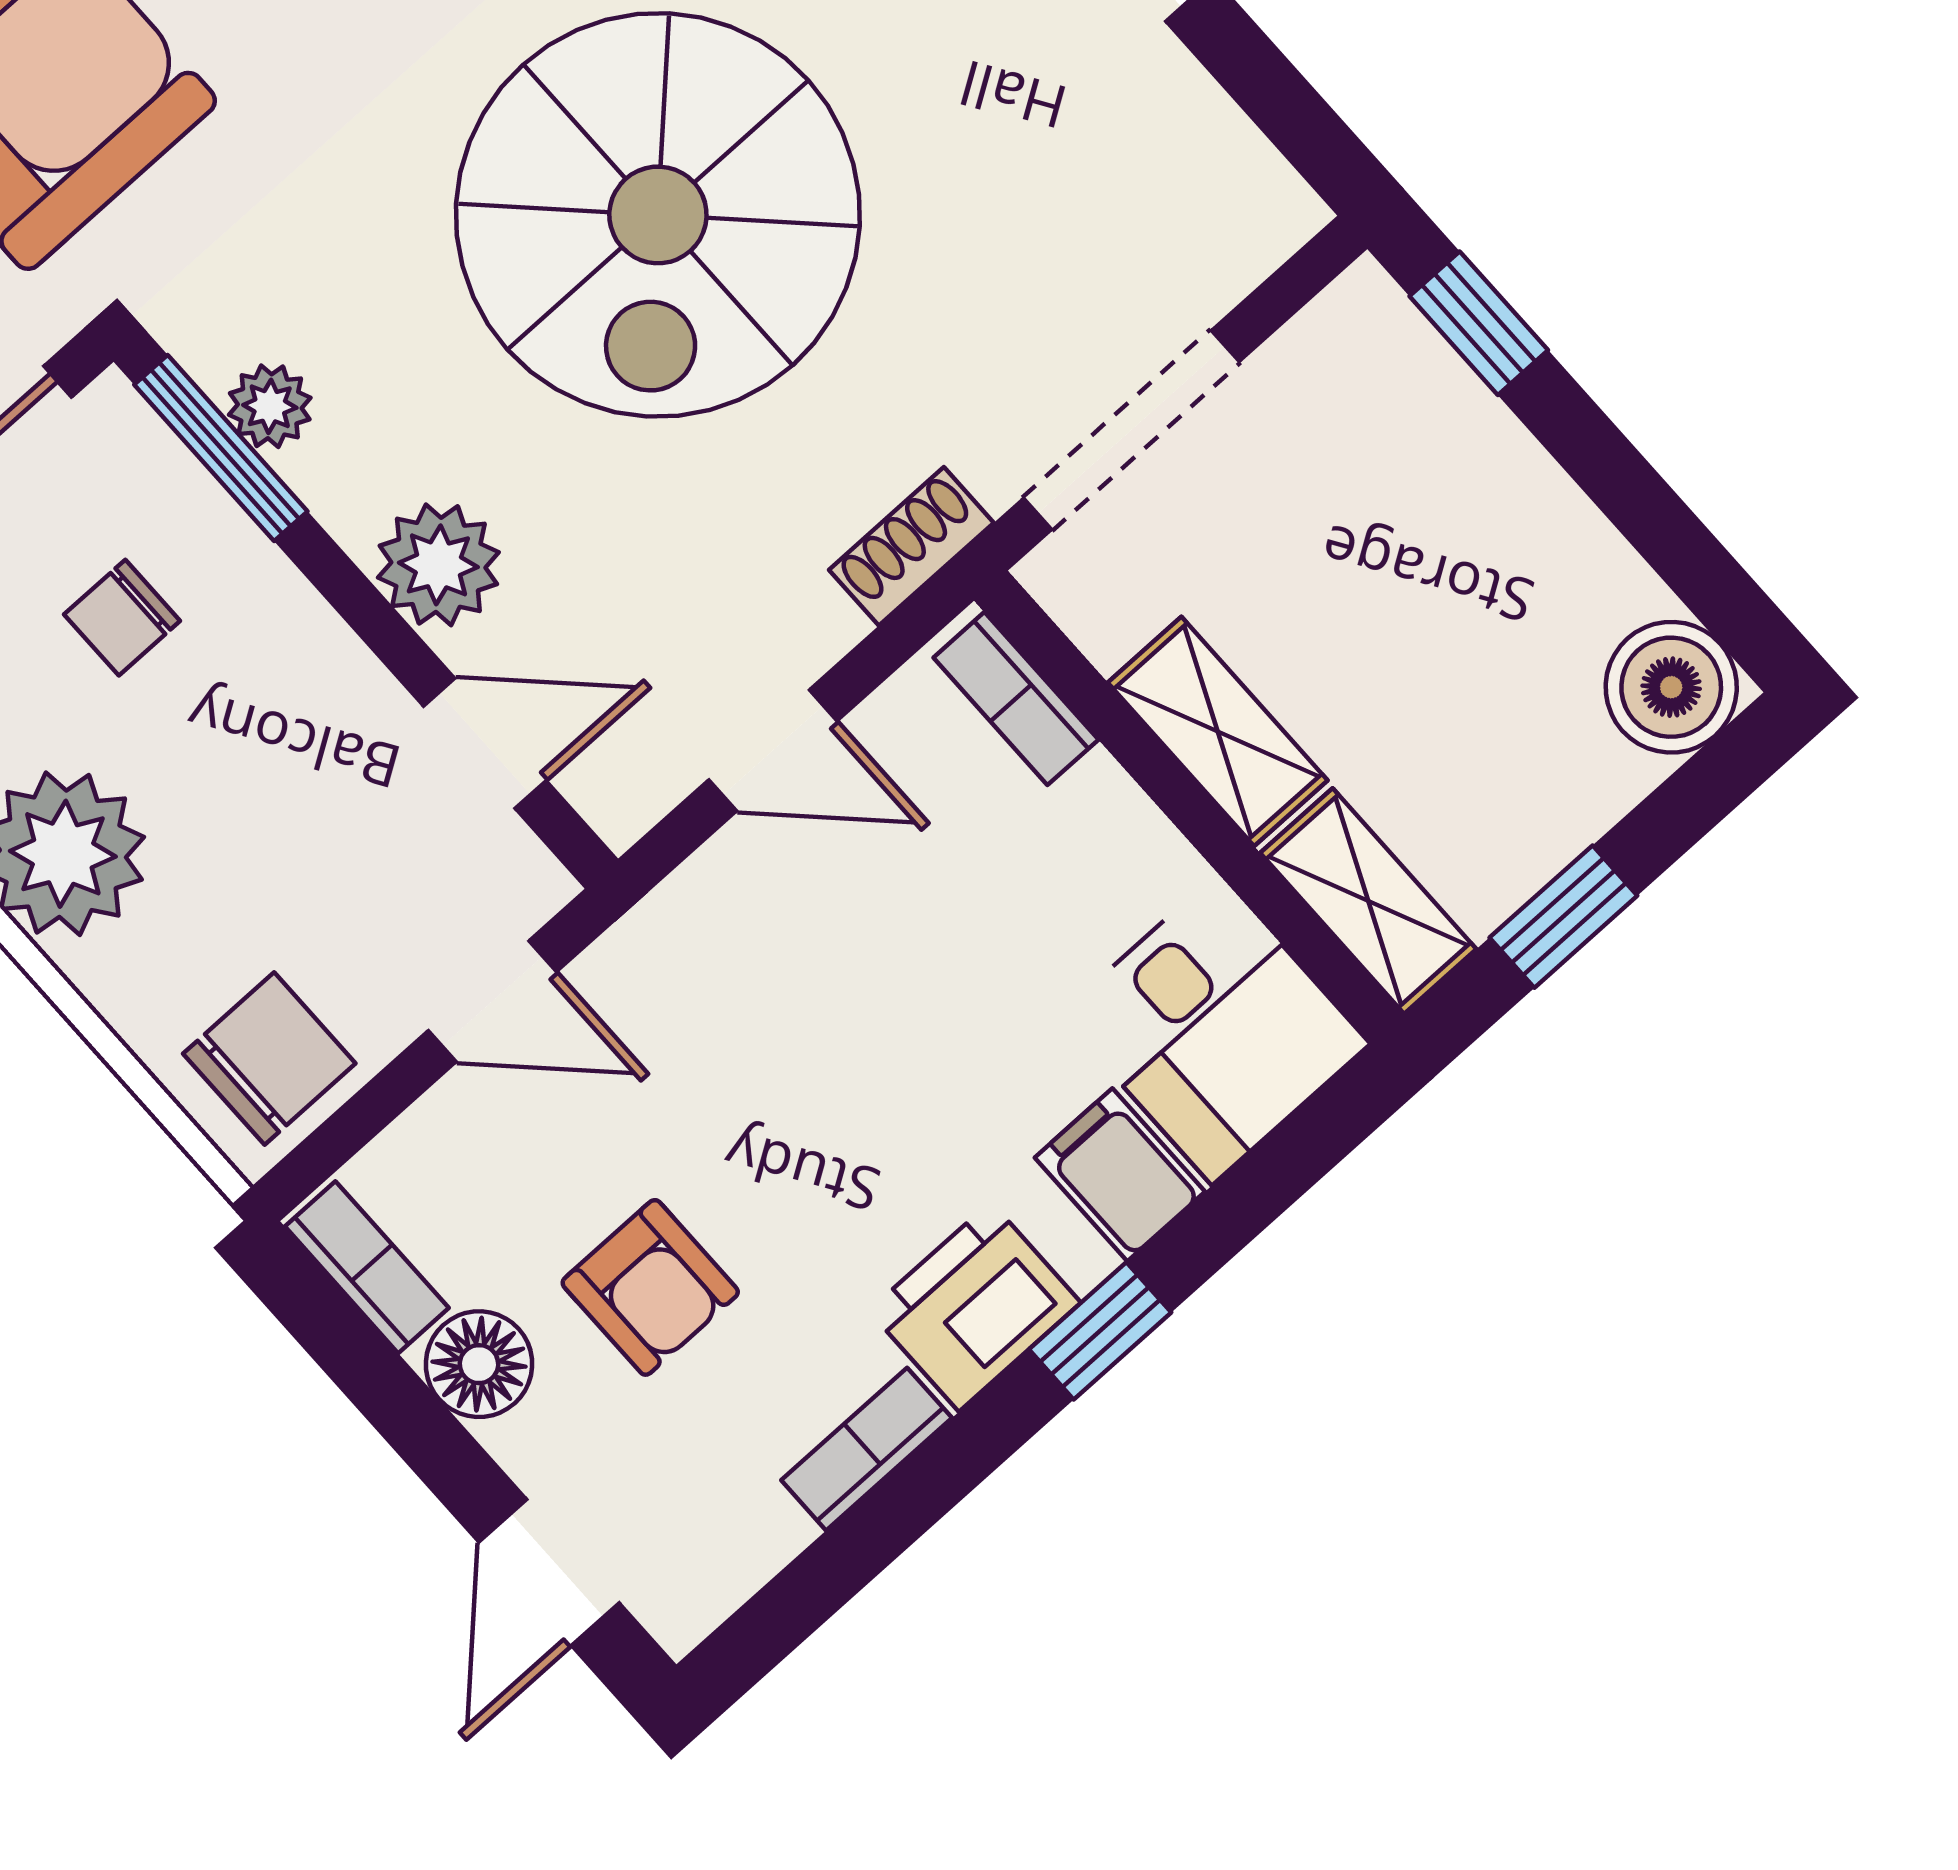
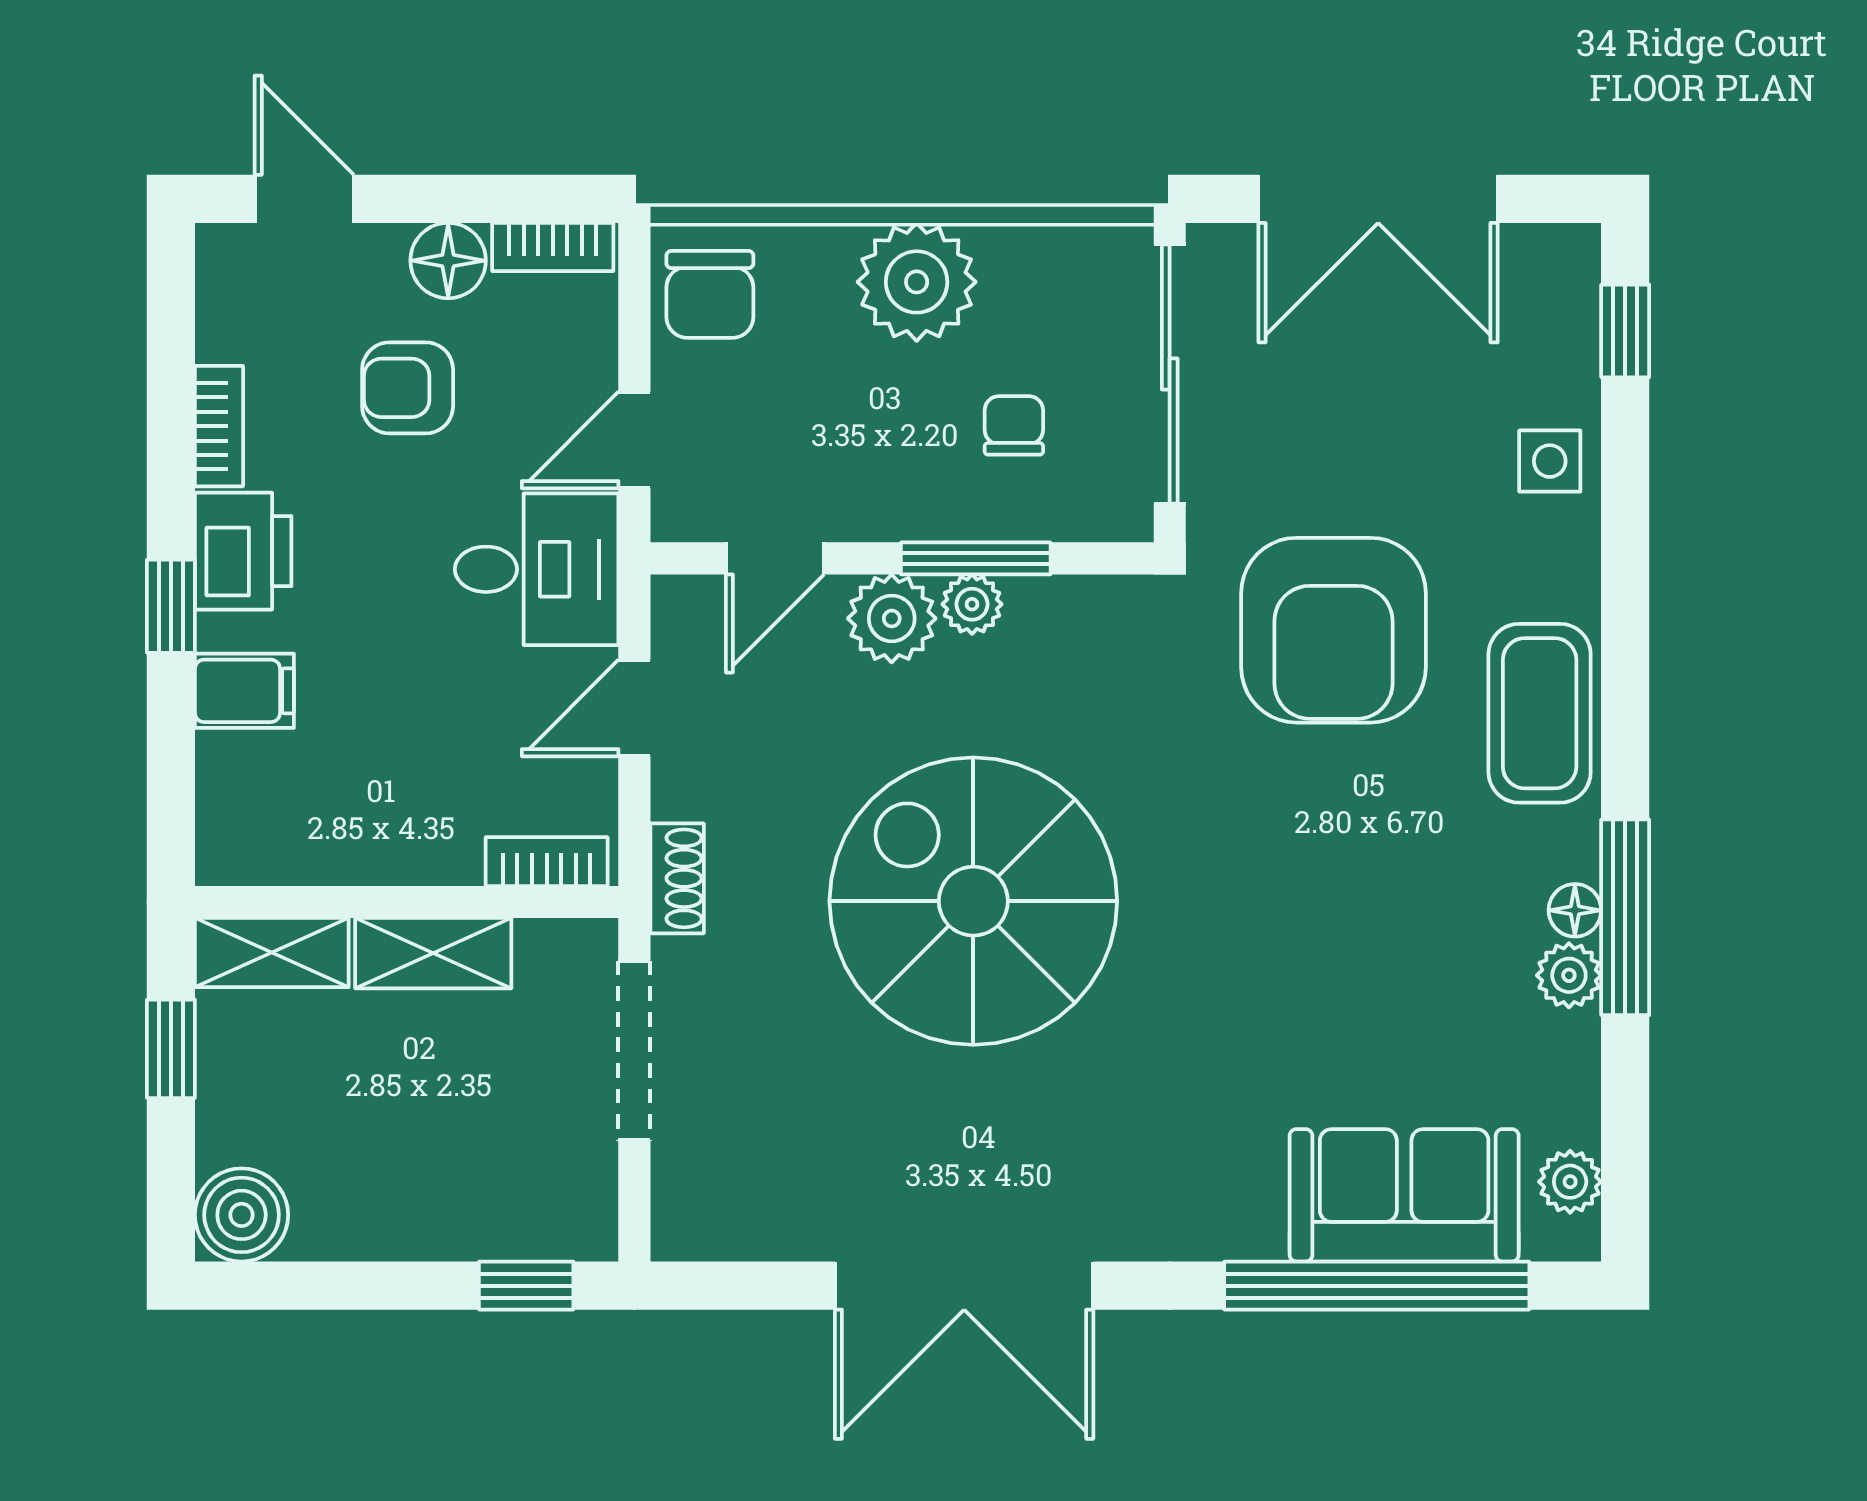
plant: (270, 406) -> (972, 604), moved
window: (221, 448) -> (976, 558), moved
desk: (1215, 1029) -> (537, 569), moved, turned 180

